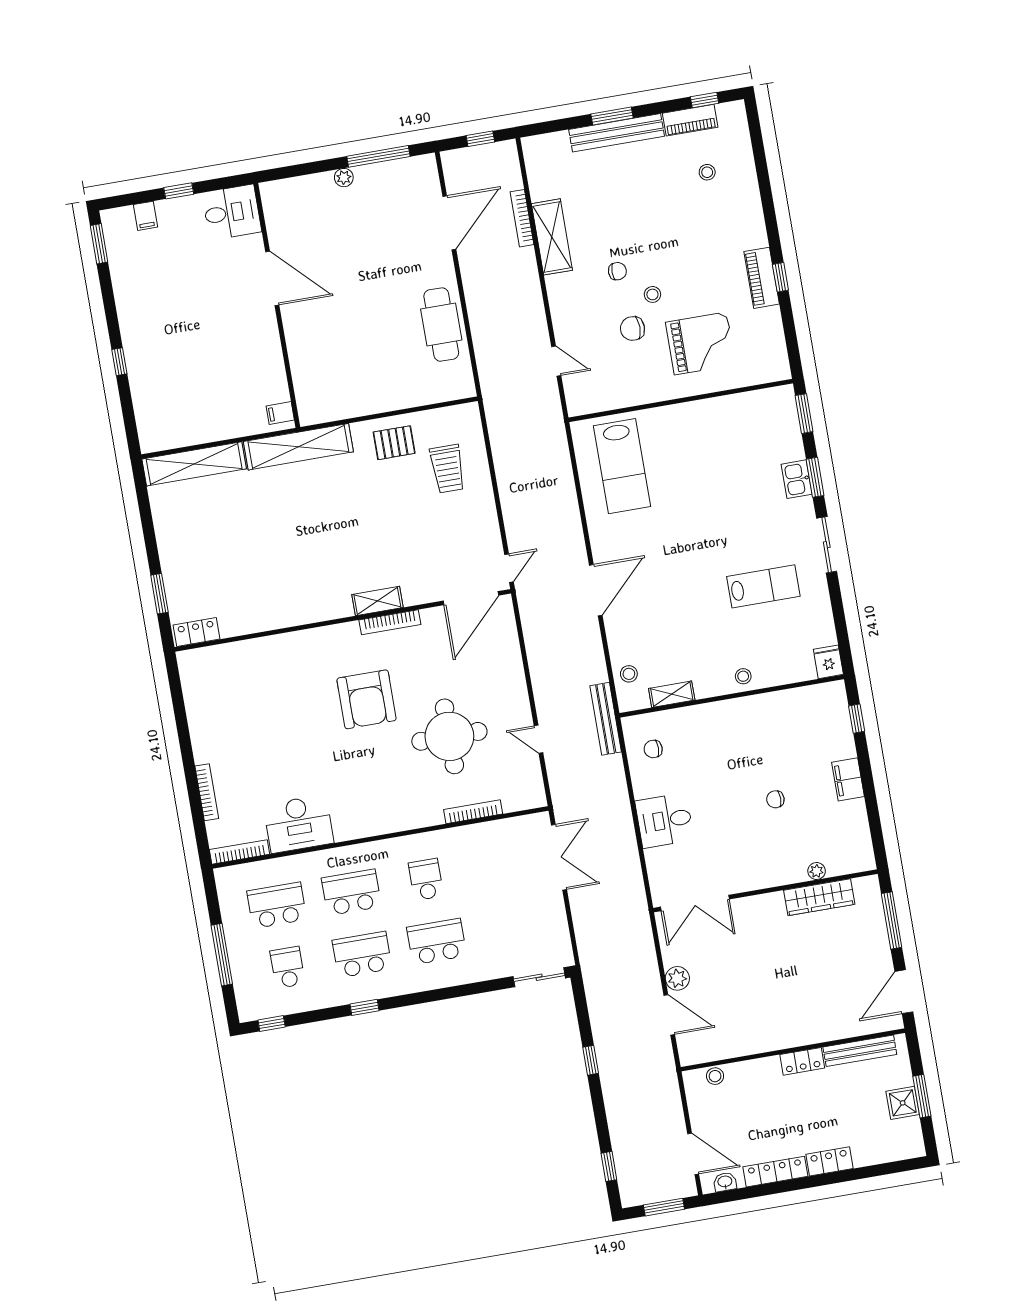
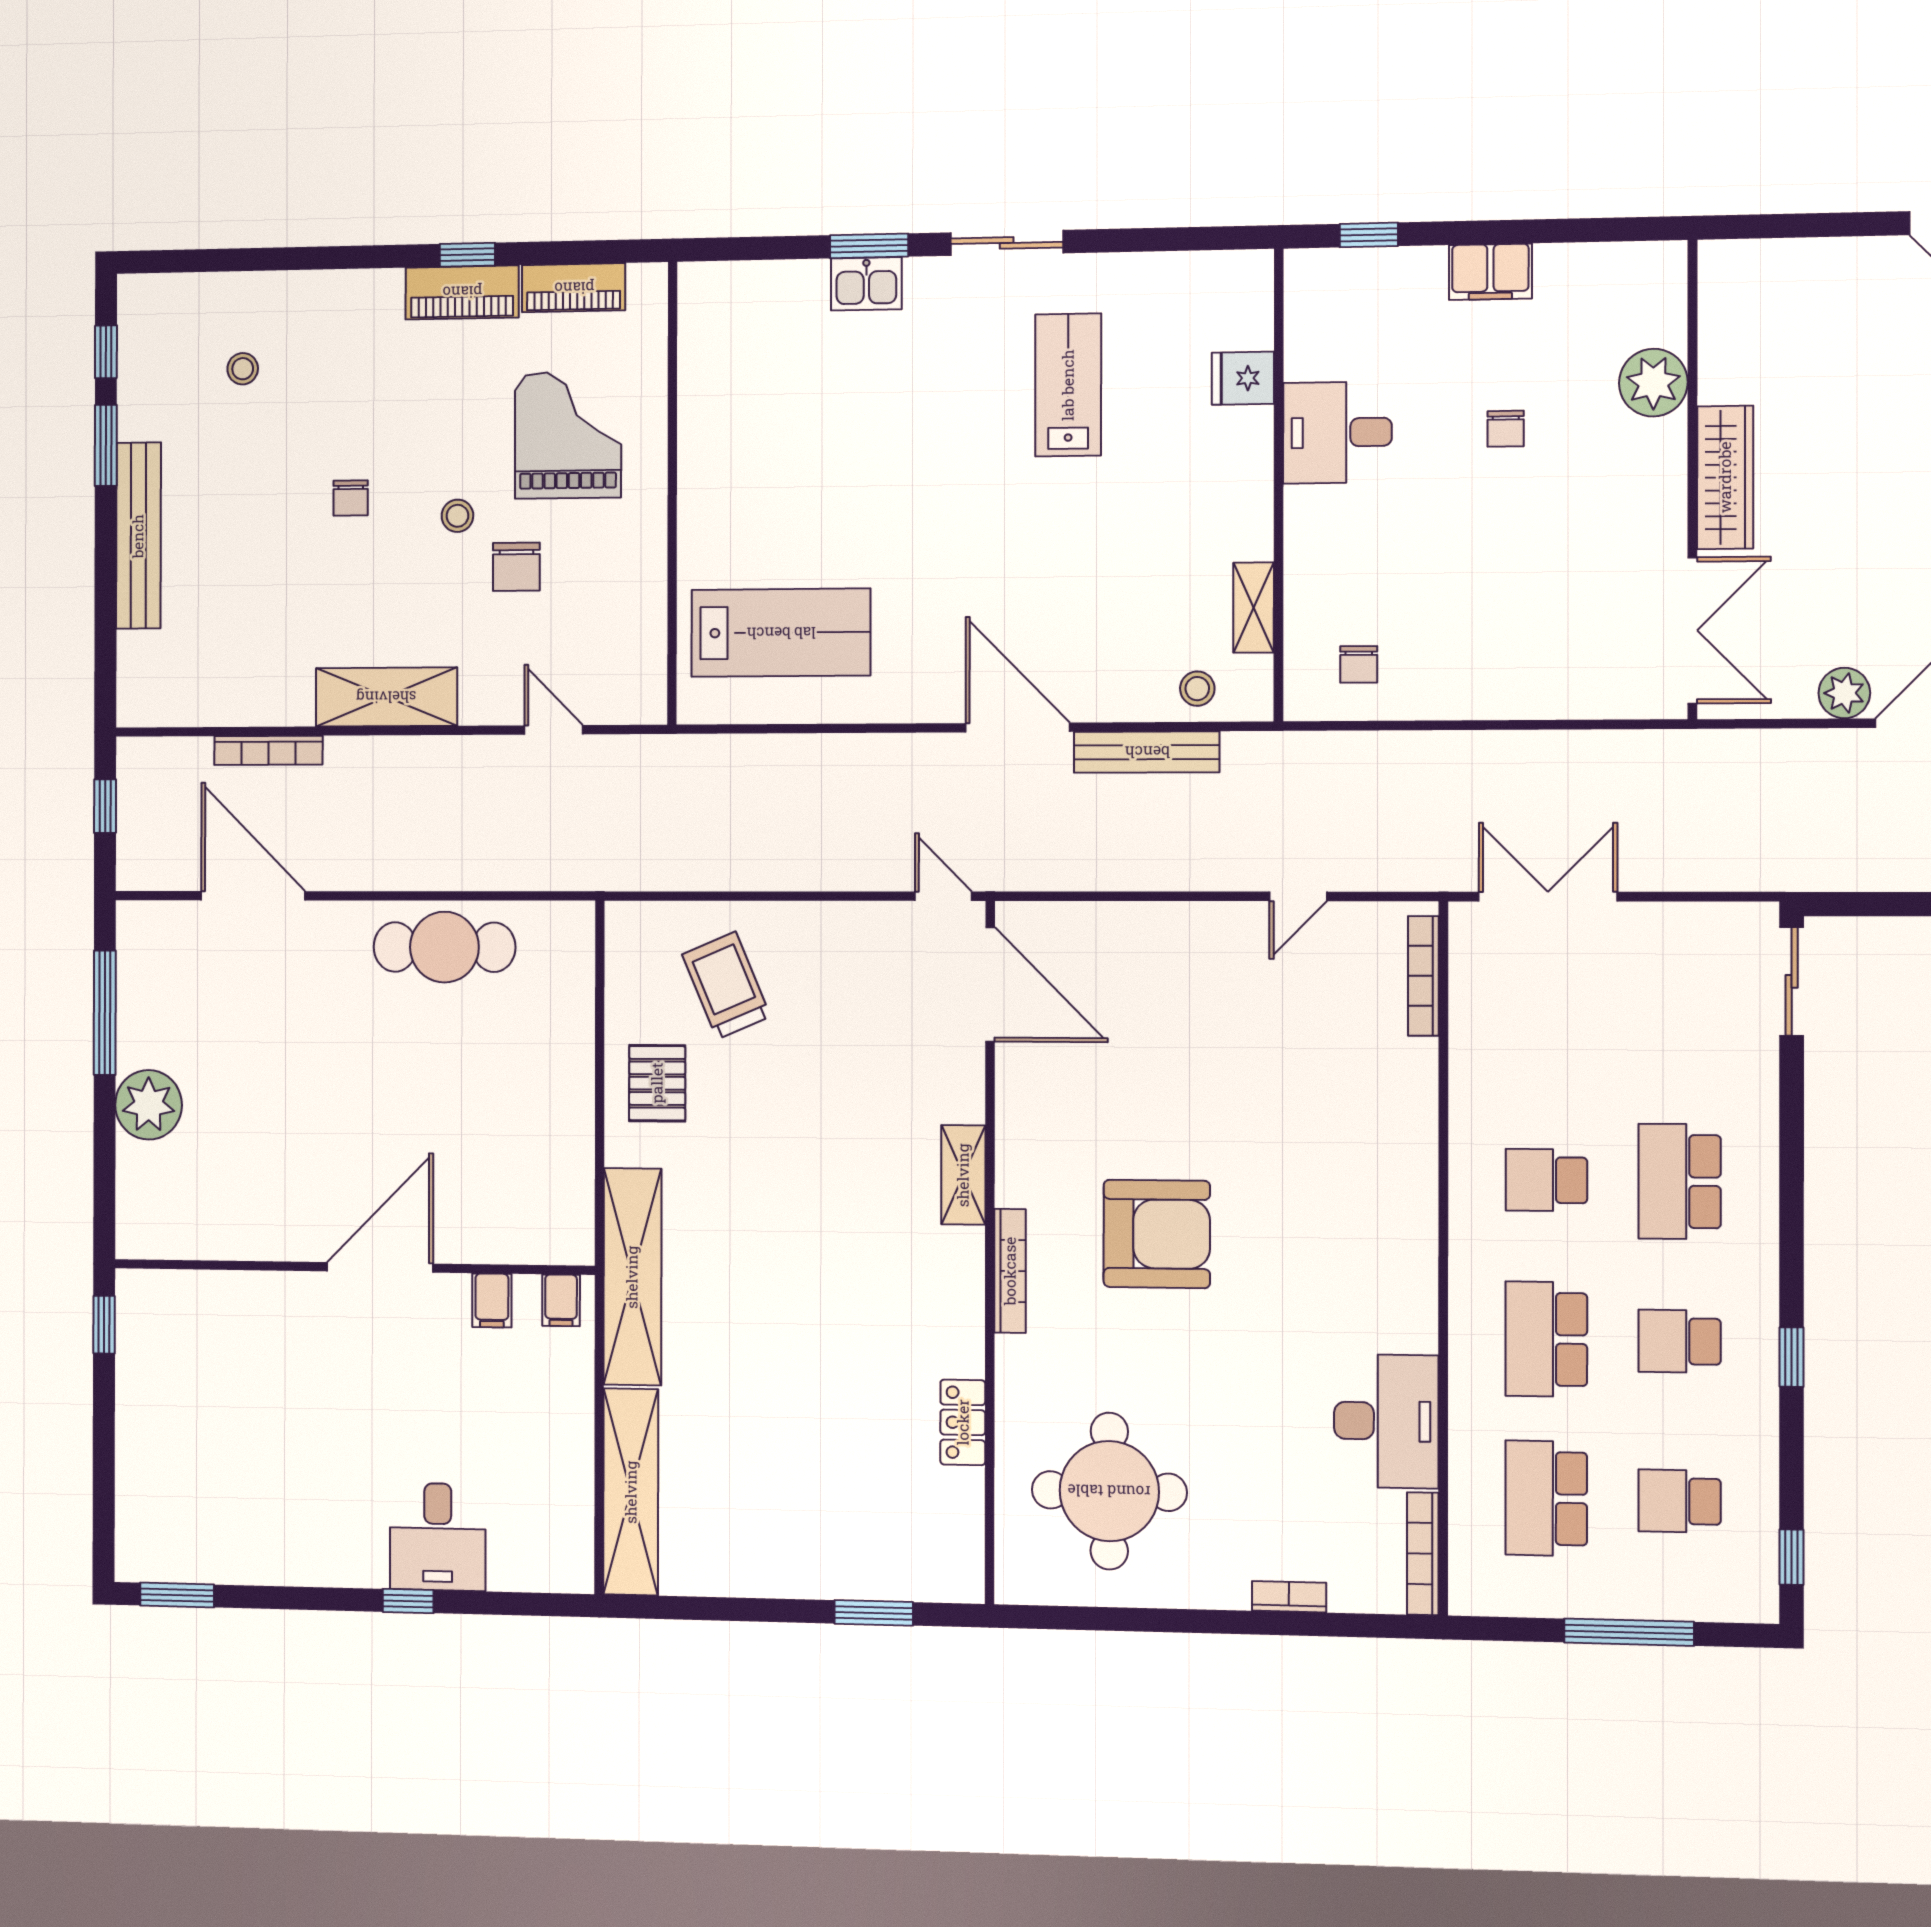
window: (612, 116) -> (106, 445), moved
piano: (690, 120) -> (574, 288), moved, turned 90
plant: (344, 178) -> (149, 1105), width x1.88, depth x1.88
window: (179, 191) -> (104, 1325), moved
desk: (232, 212) -> (438, 1537), moved, turned 180
filing cabinet: (146, 216) -> (492, 1300), moved, turned 90
shelving: (552, 237) -> (386, 697), moved
chair: (617, 271) -> (351, 498), moved, turned 180
door: (272, 278) -> (380, 1267), moved
door: (556, 361) -> (554, 730), hinge flipped
window: (804, 414) -> (740, 249), removed
trolley: (447, 469) -> (726, 985), turned -113
bookcase: (390, 622) -> (1010, 1271), moved
locker: (196, 632) -> (963, 1422), moved
fridge: (828, 662) -> (1243, 378), moved
stool: (743, 676) -> (1242, 455), removed
bench: (606, 719) -> (1147, 752), moved
round table: (449, 736) -> (1109, 1491), moved
bookcase: (207, 792) -> (1289, 1597), width x0.64
bookcase: (473, 812) -> (1423, 976), moved
desk: (664, 820) -> (1337, 432), moved, turned 90
plant: (817, 871) -> (1653, 383), width x1.88, depth x1.88
wardrobe: (819, 897) -> (1725, 477), moved
window: (892, 920) -> (1800, 226), removed
school desk: (362, 954) -> (1680, 1341), width x0.54

